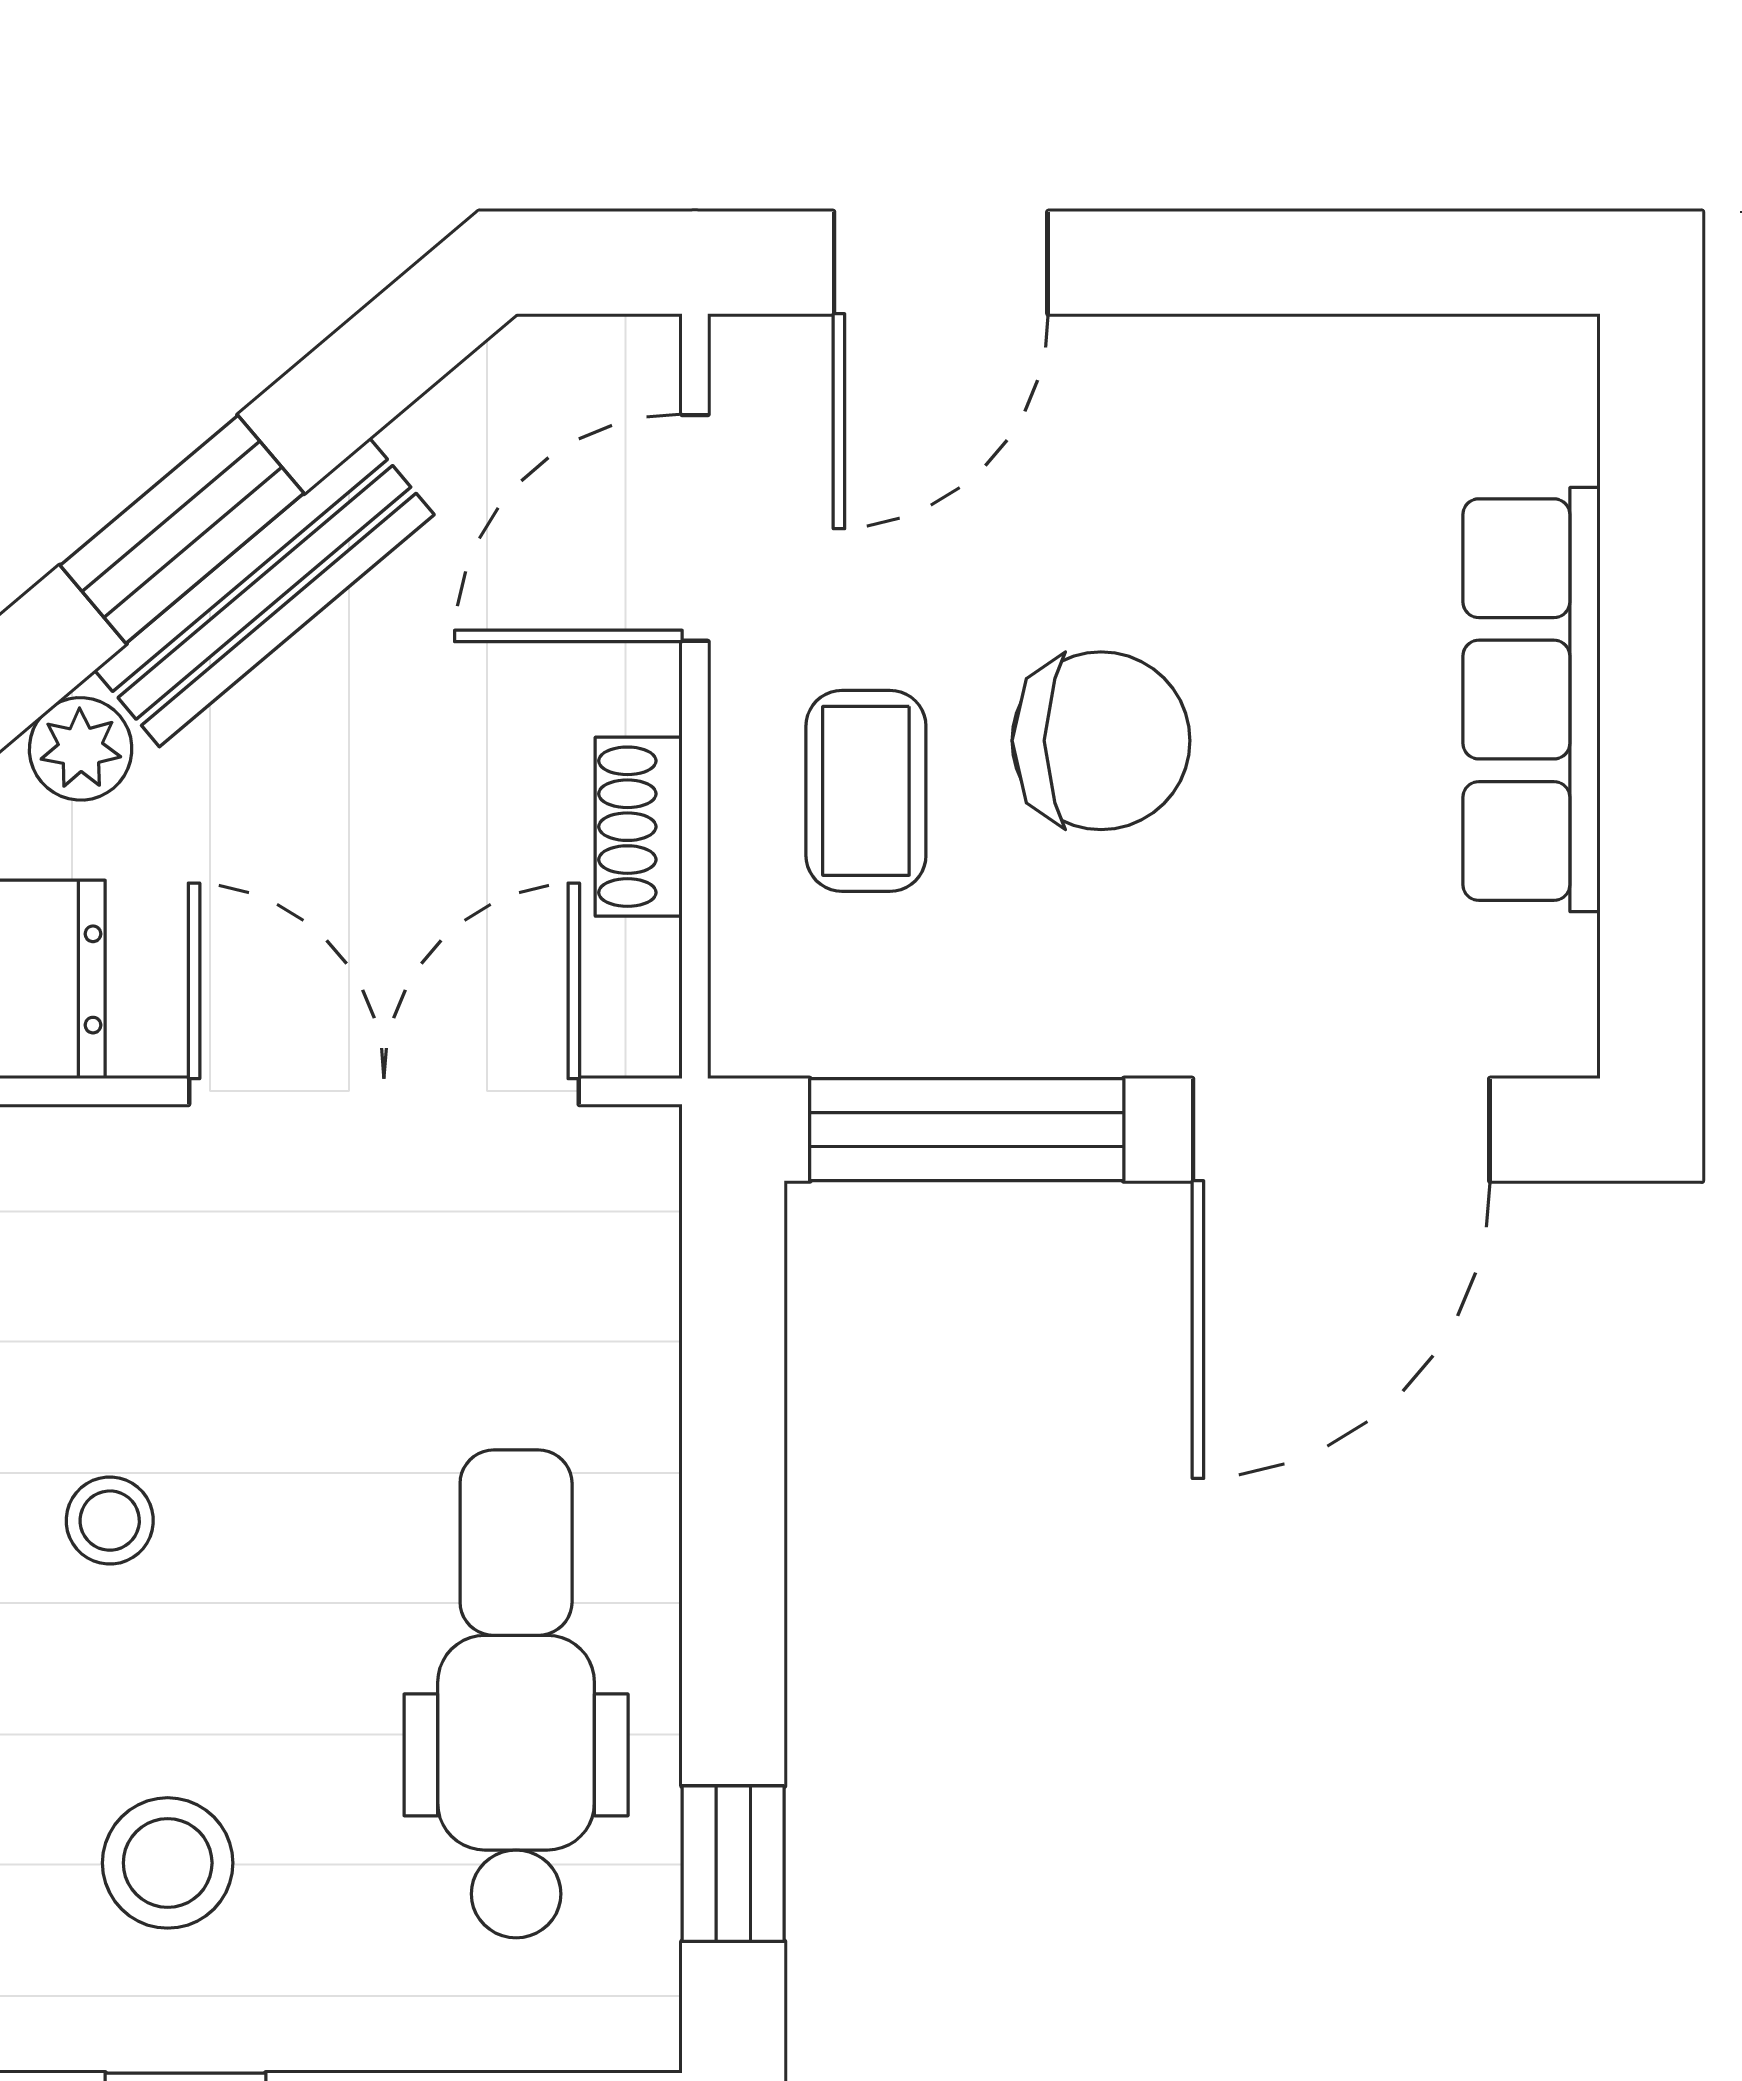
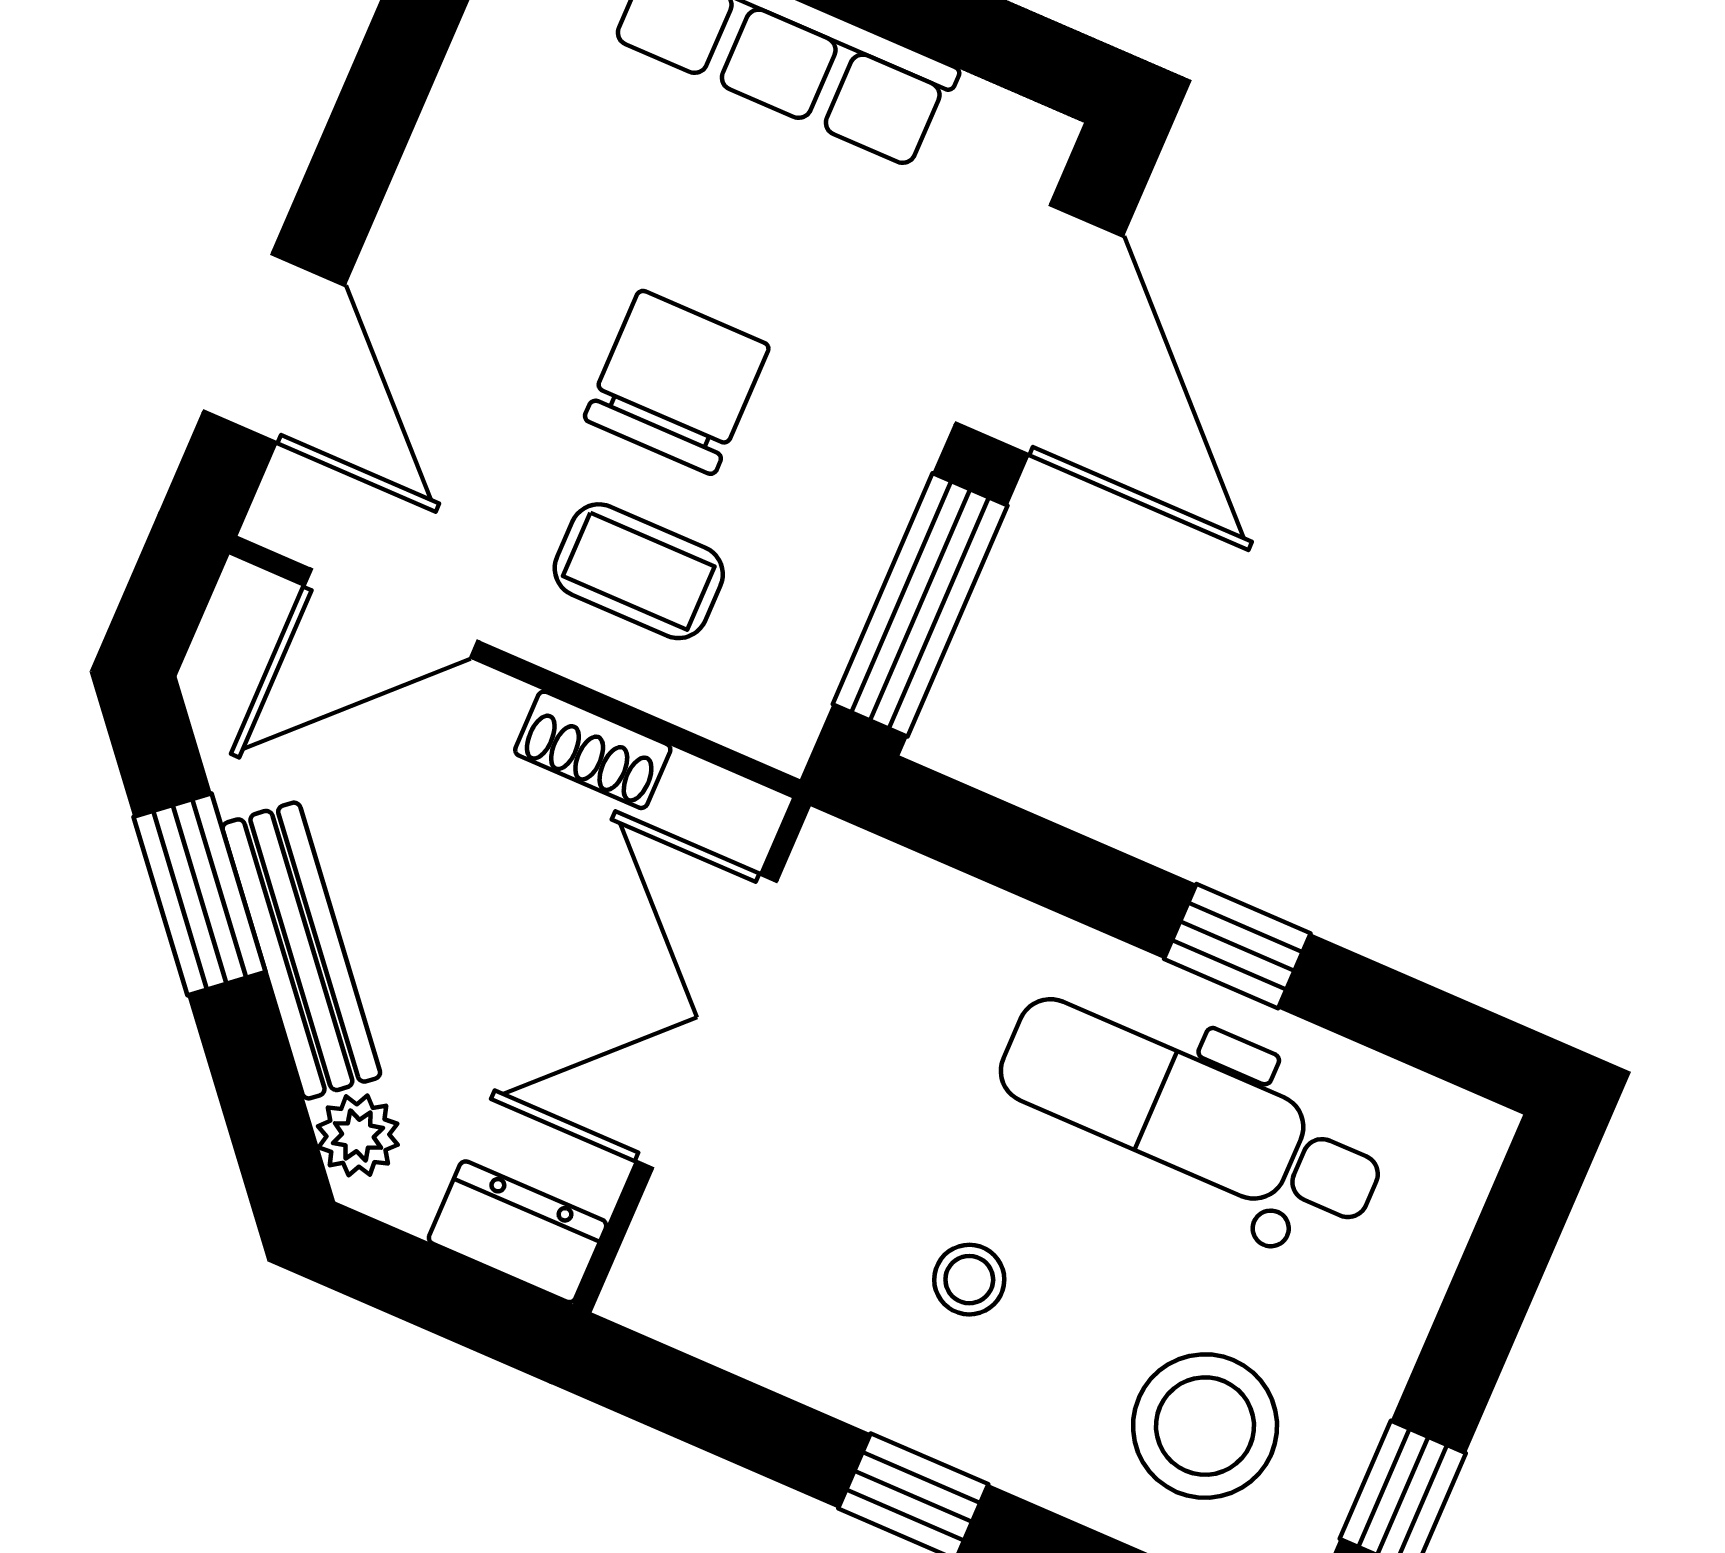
door: (695, 528) -> (391, 613), hinge flipped
window: (182, 529) -> (200, 894), moved
stool: (110, 1521) -> (969, 1280), moved
stool: (168, 1863) -> (1205, 1426), width x1.38, depth x1.38
window: (733, 1864) -> (1237, 946), moved

